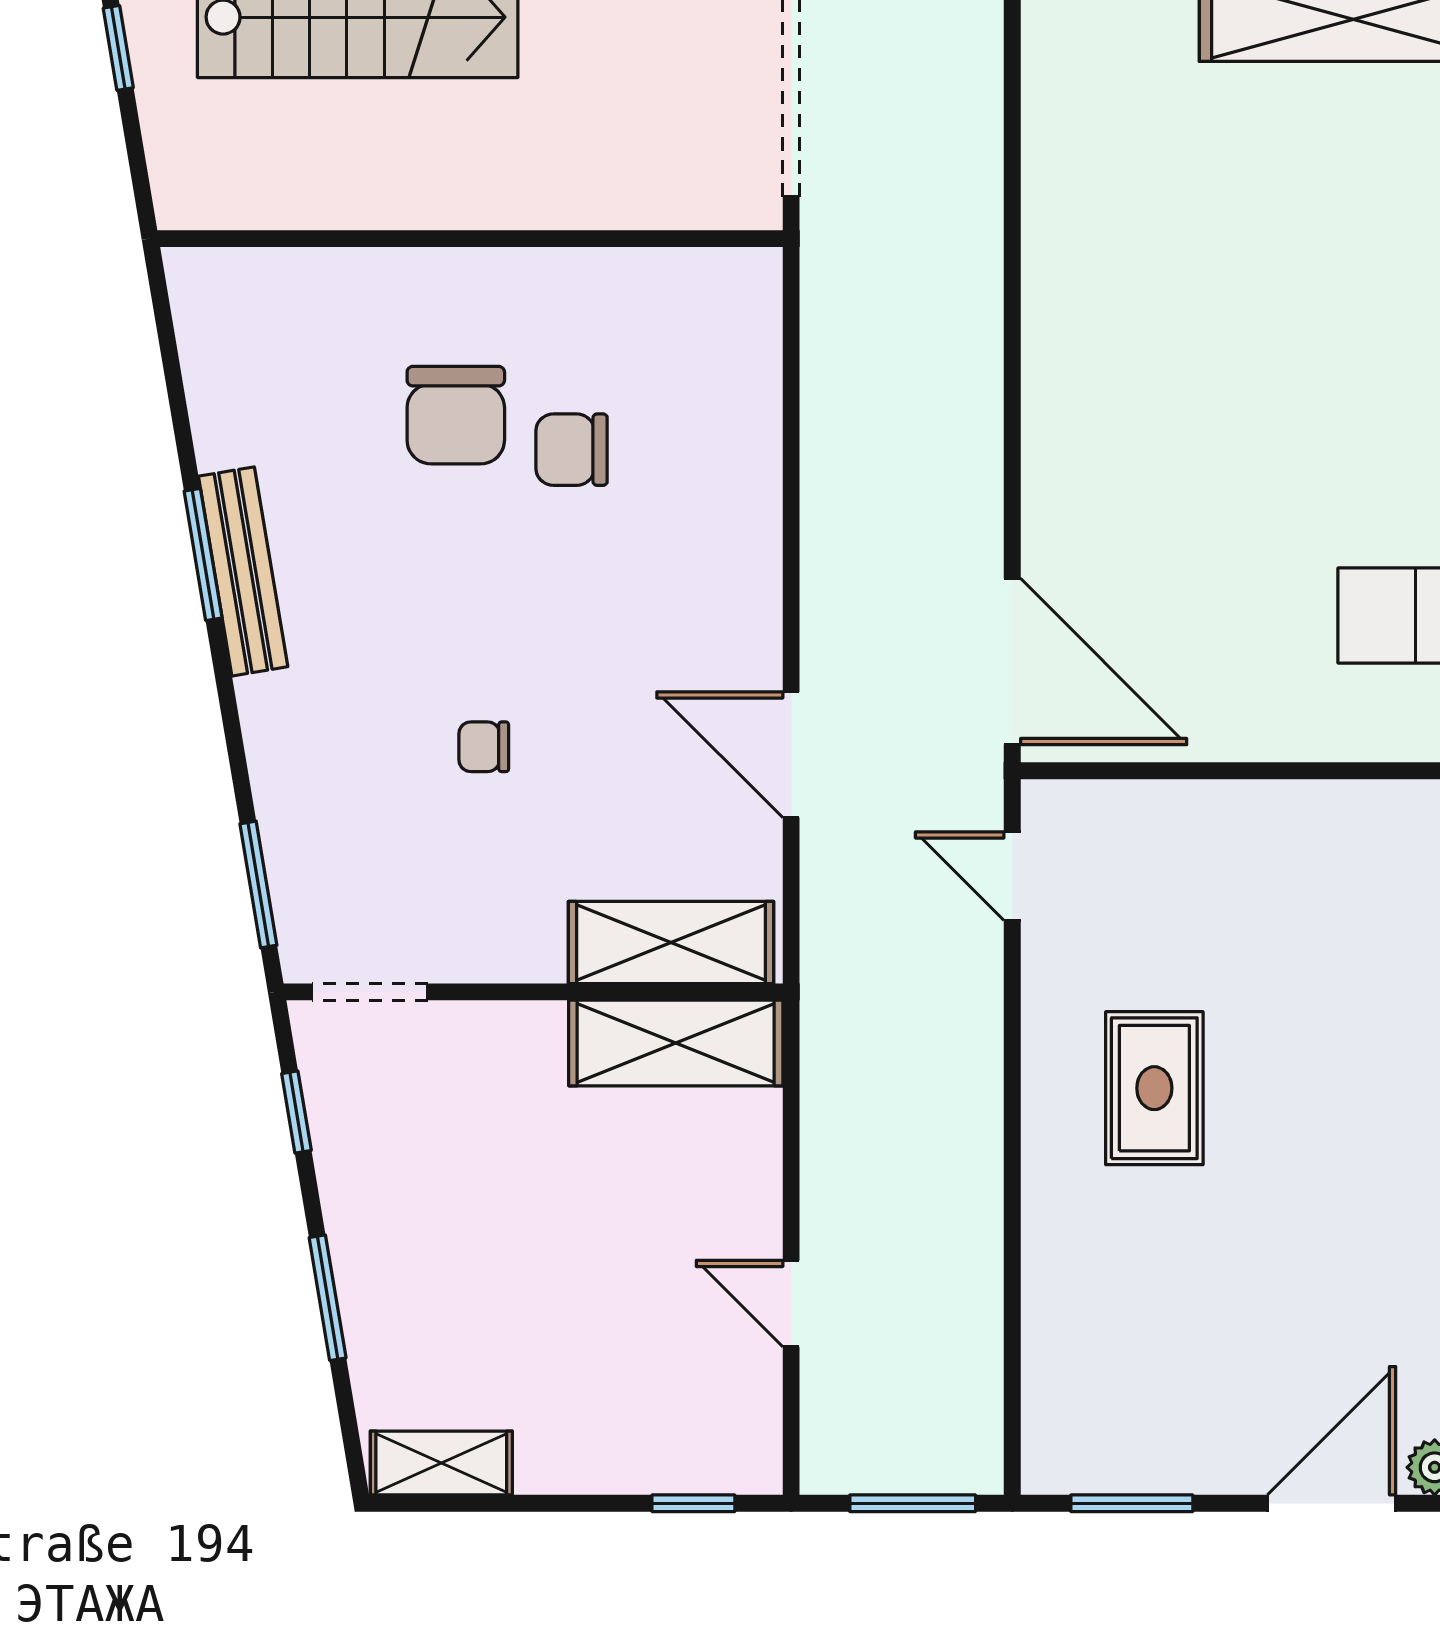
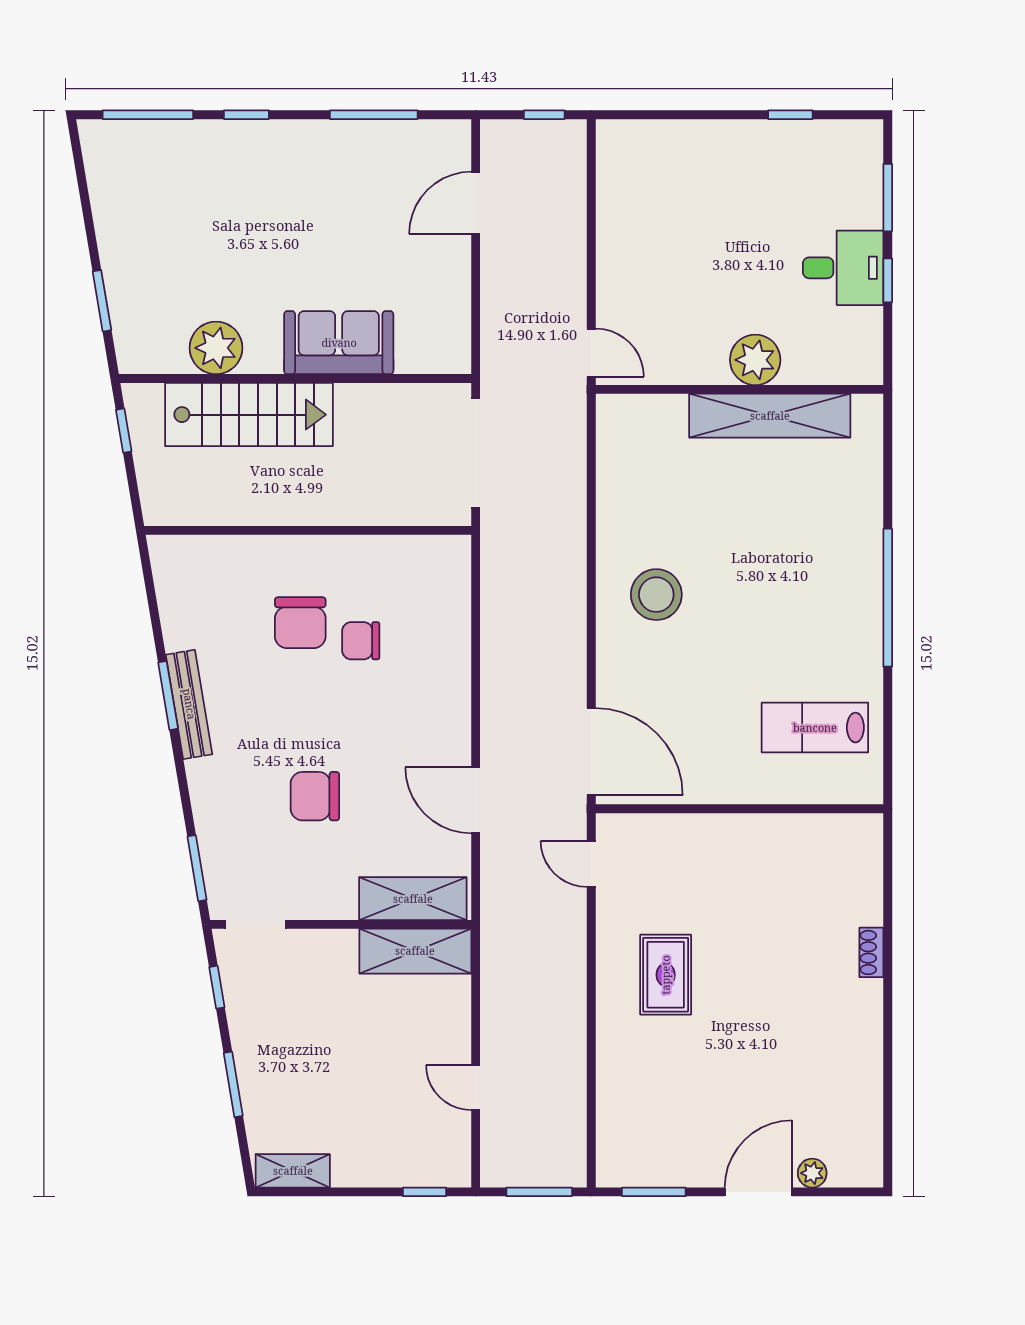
stool: (1137, 361) -> (656, 595), added
chair: (484, 747) -> (315, 796), width x1.87, depth x1.87

